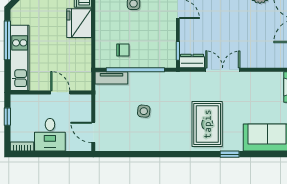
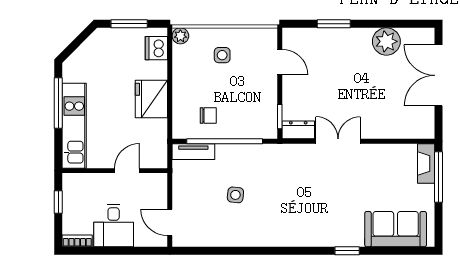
fridge: (79, 23) -> (151, 99), moved
door: (60, 92) -> (127, 171), hinge flipped
rug: (207, 124) -> (318, 212), removed

